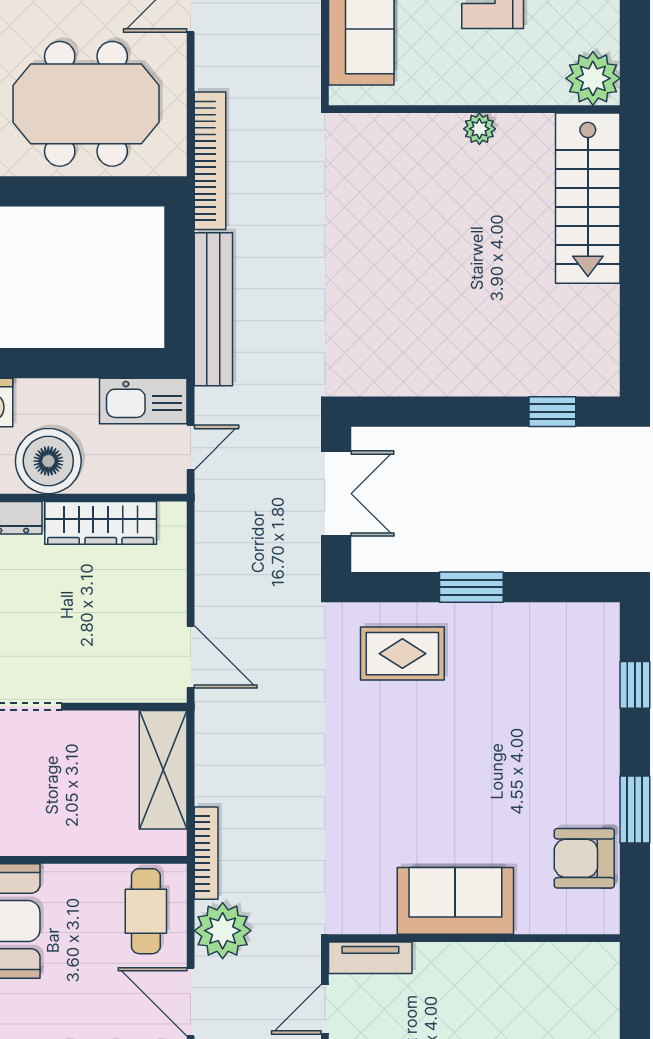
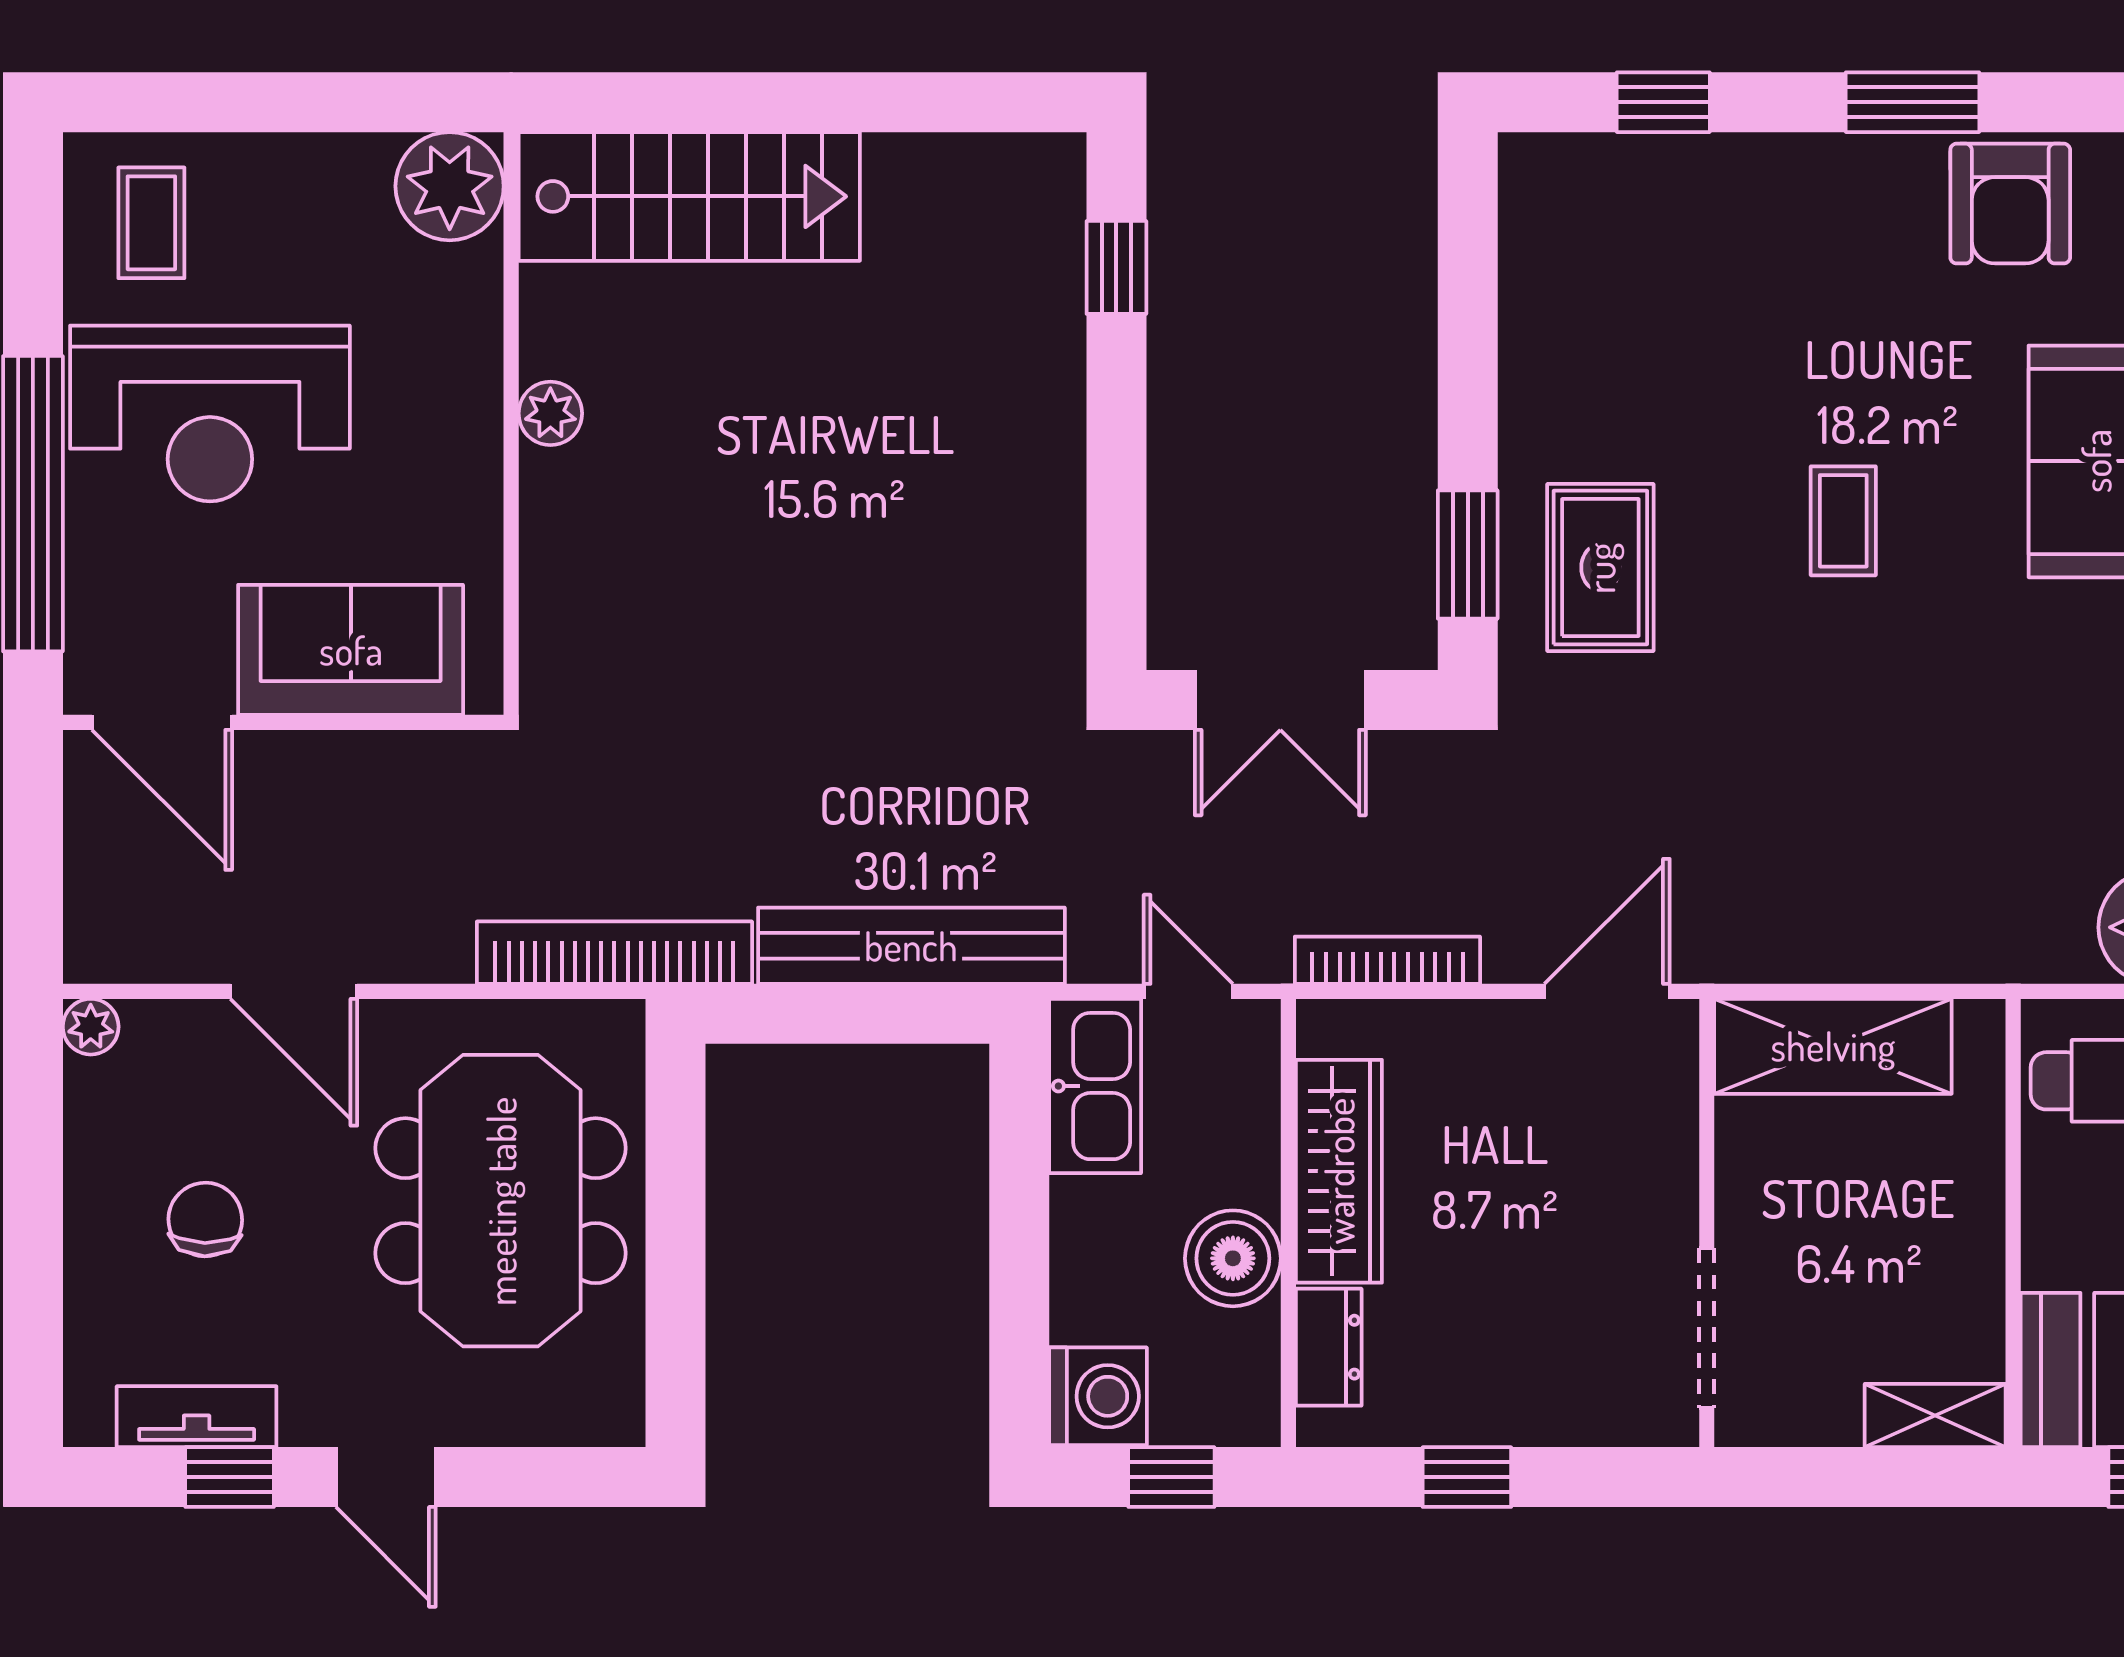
boiler: (48, 461) -> (1233, 1258), width x0.73, depth x0.73
double door: (336, 494) -> (1280, 700), swing flipped
window: (471, 587) -> (1468, 554), moved
coffee table: (426, 775) -> (1843, 521), added
bookcase: (206, 853) -> (1387, 960), moved

